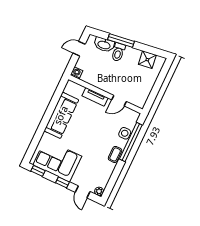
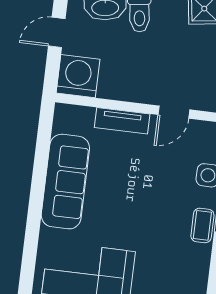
washing machine: (77, 73) -> (78, 76), width x1.89, depth x1.89

